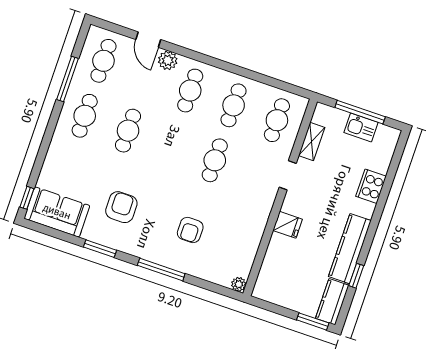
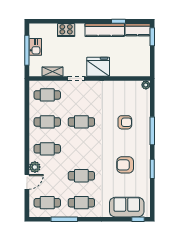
sofa: (57, 212) -> (127, 207), moved, turned 90
fridge: (288, 225) -> (98, 67), width x1.88, depth x1.34

